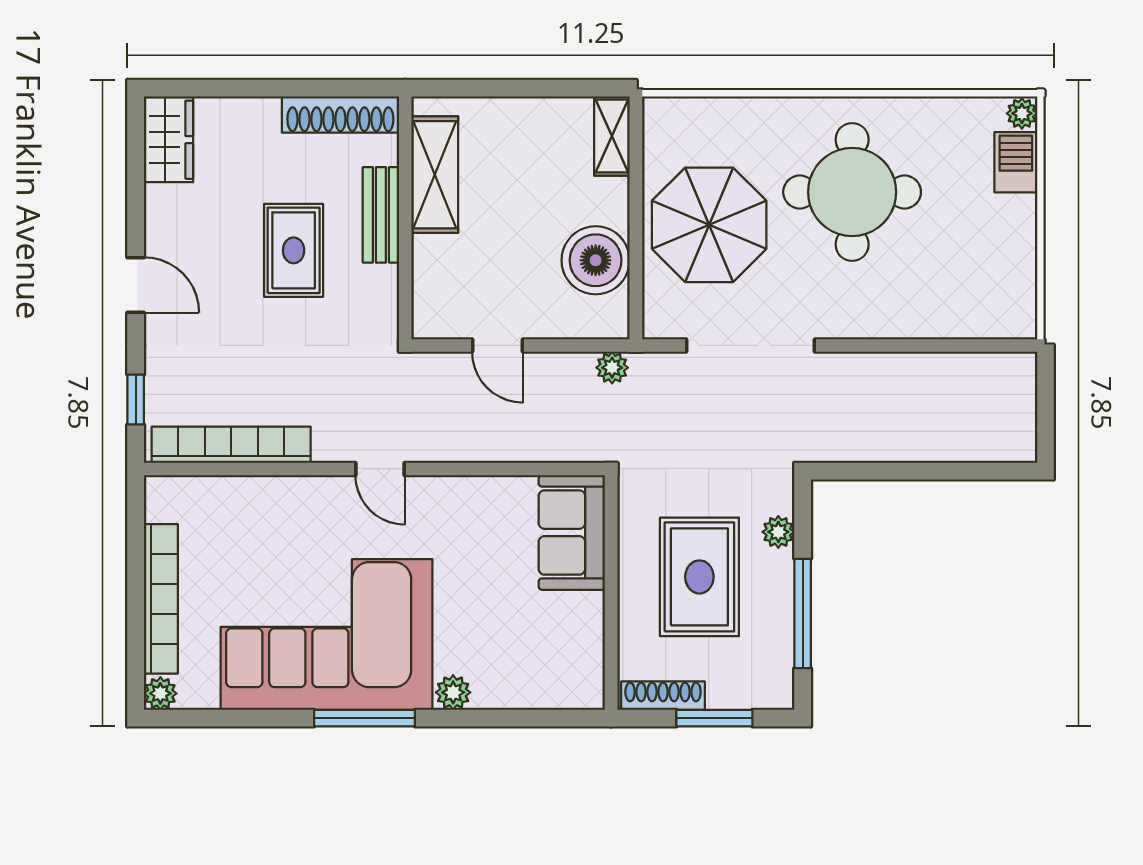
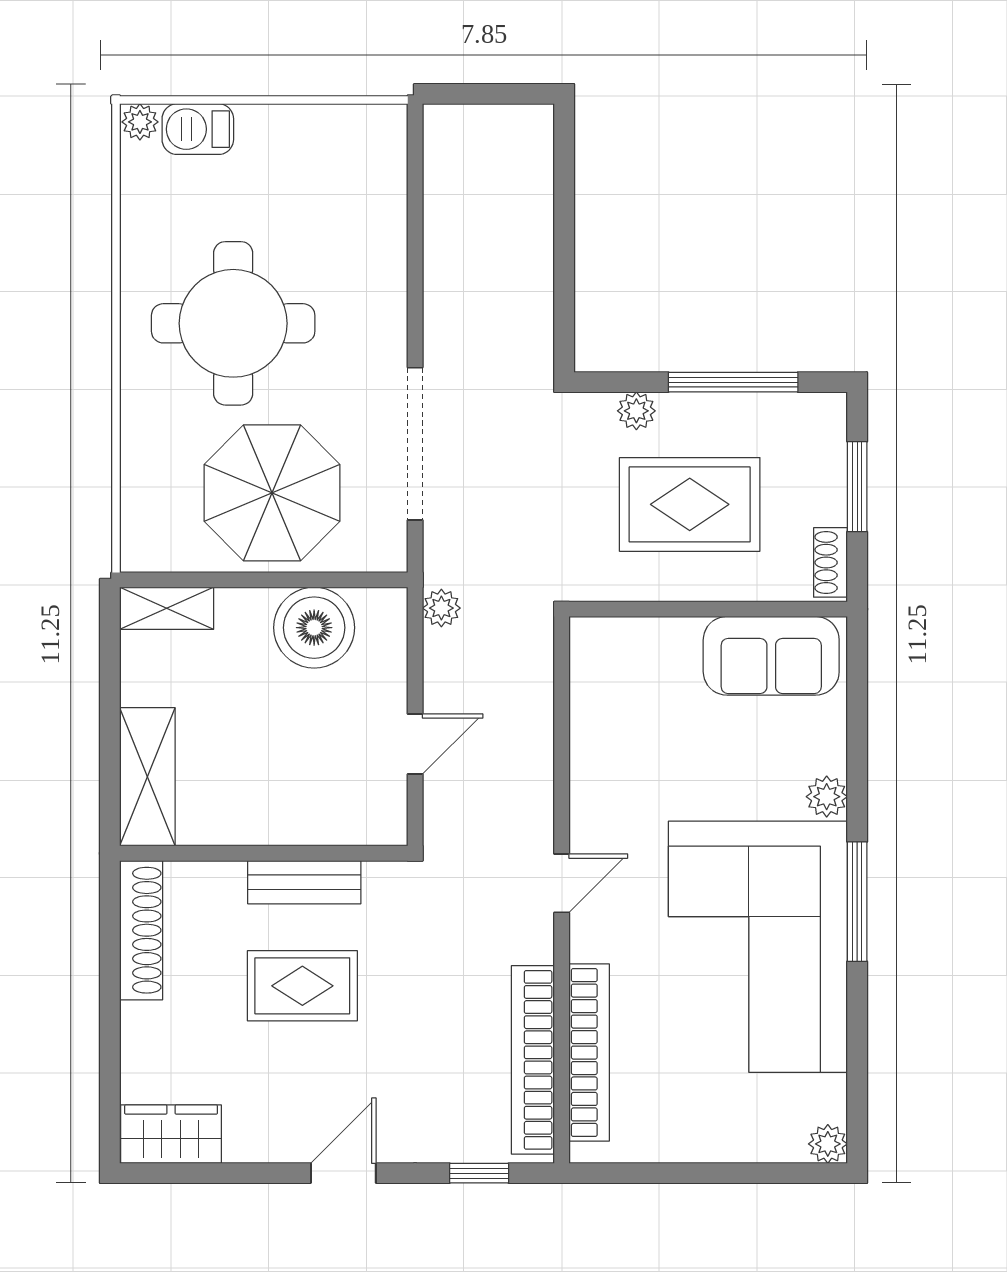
shelving: (435, 175) -> (147, 777), moved, turned 90
bench: (381, 215) -> (304, 882), moved
sofa: (572, 532) -> (771, 656), moved
bookcase: (161, 599) -> (589, 1053), moved, turned 90
shoe rack: (663, 696) -> (830, 562), width x0.70

